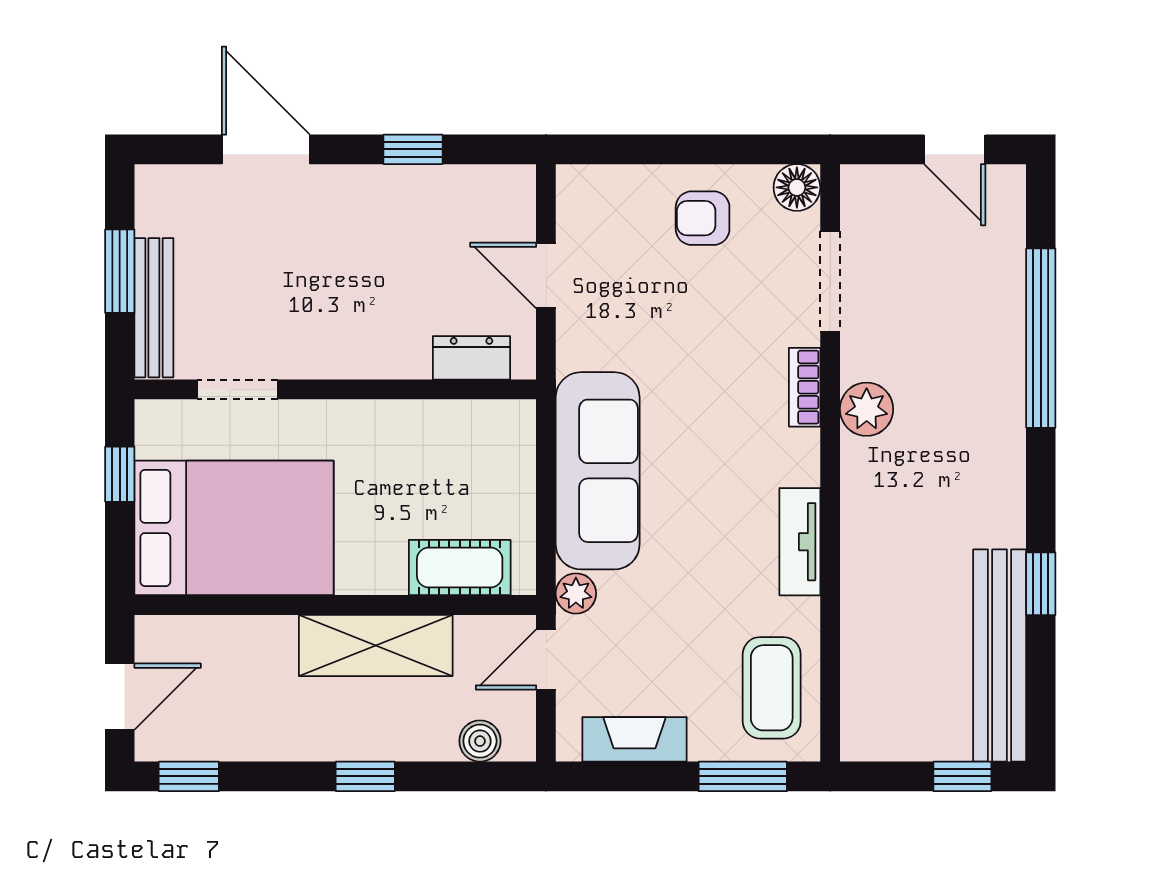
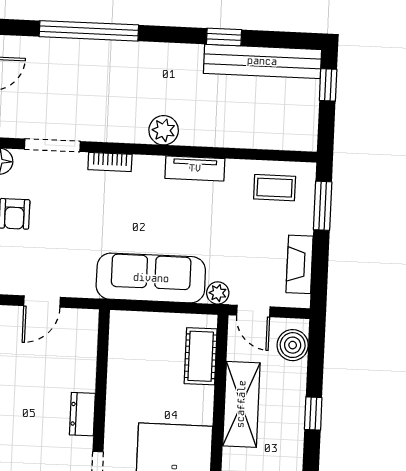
dresser: (471, 358) -> (82, 414), moved
plant: (867, 409) -> (164, 130), moved
coffee table: (772, 688) -> (275, 188), width x0.73, depth x0.77
boiler: (480, 741) -> (293, 345), width x1.36, depth x1.36

